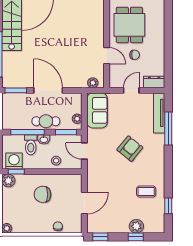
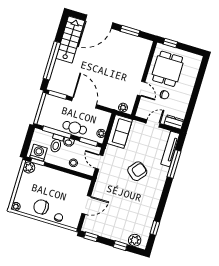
coffee table: (146, 192) -> (140, 211), removed
chair: (43, 194) -> (41, 207), moved
plant: (136, 226) -> (135, 240), moved

